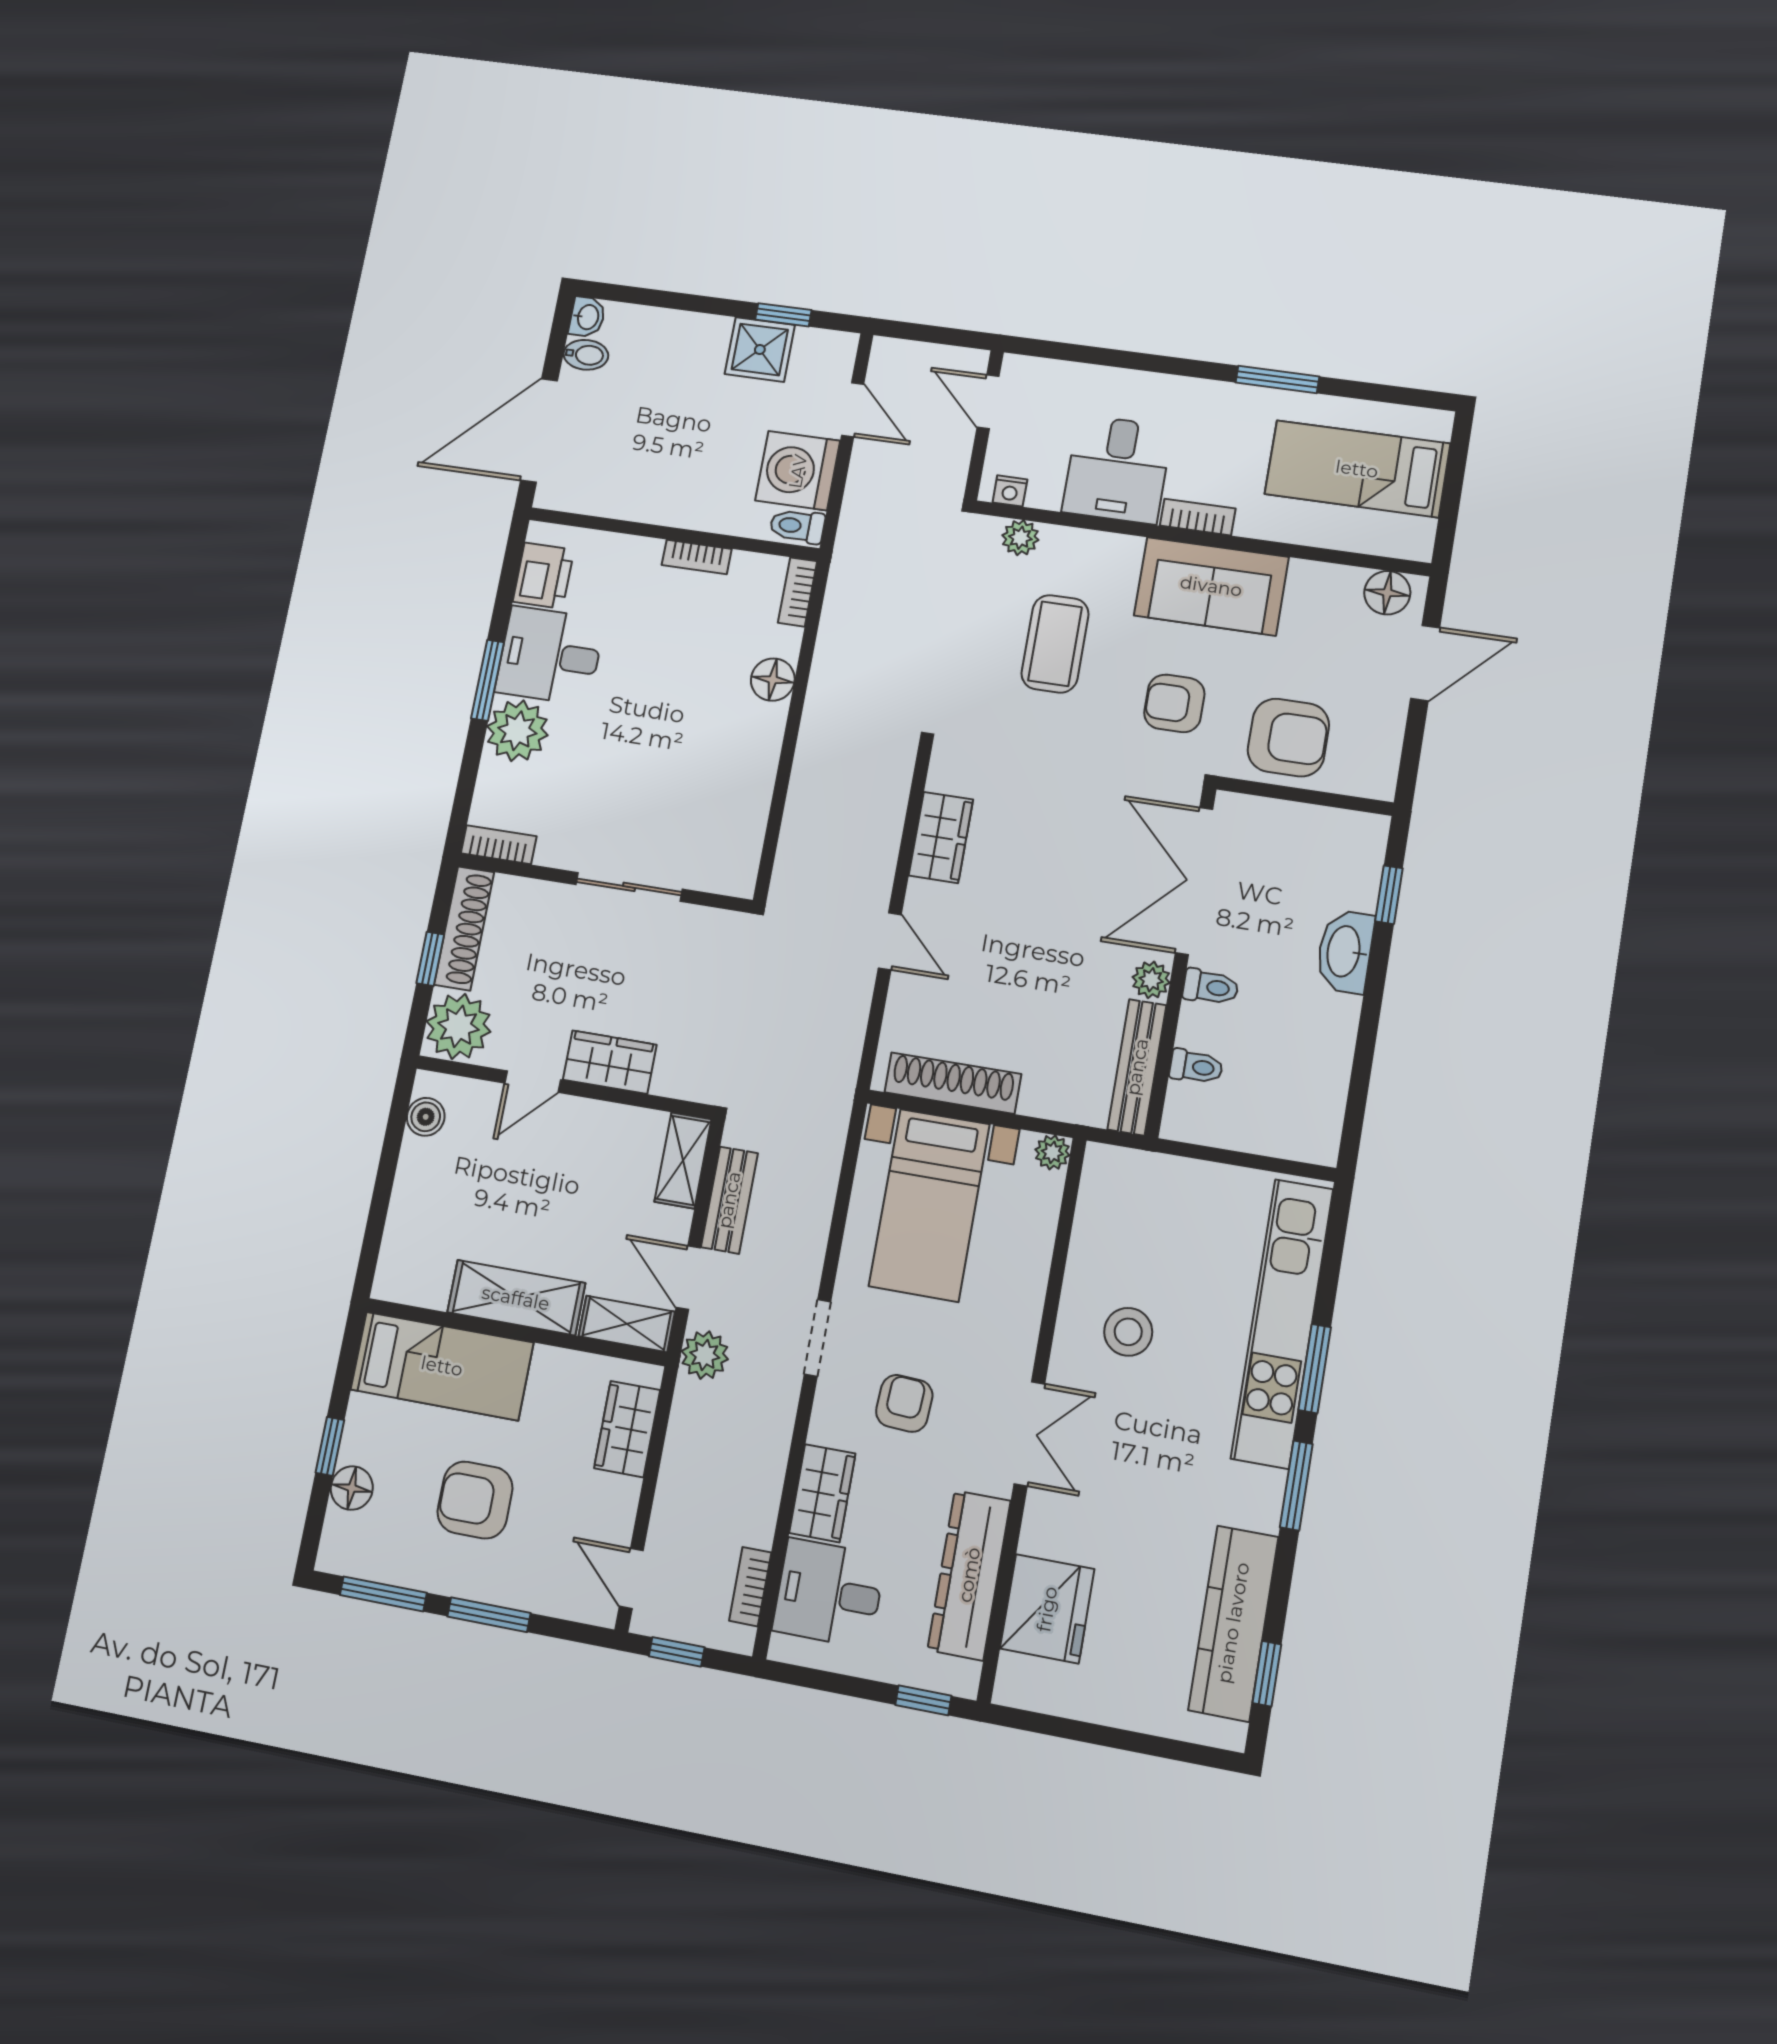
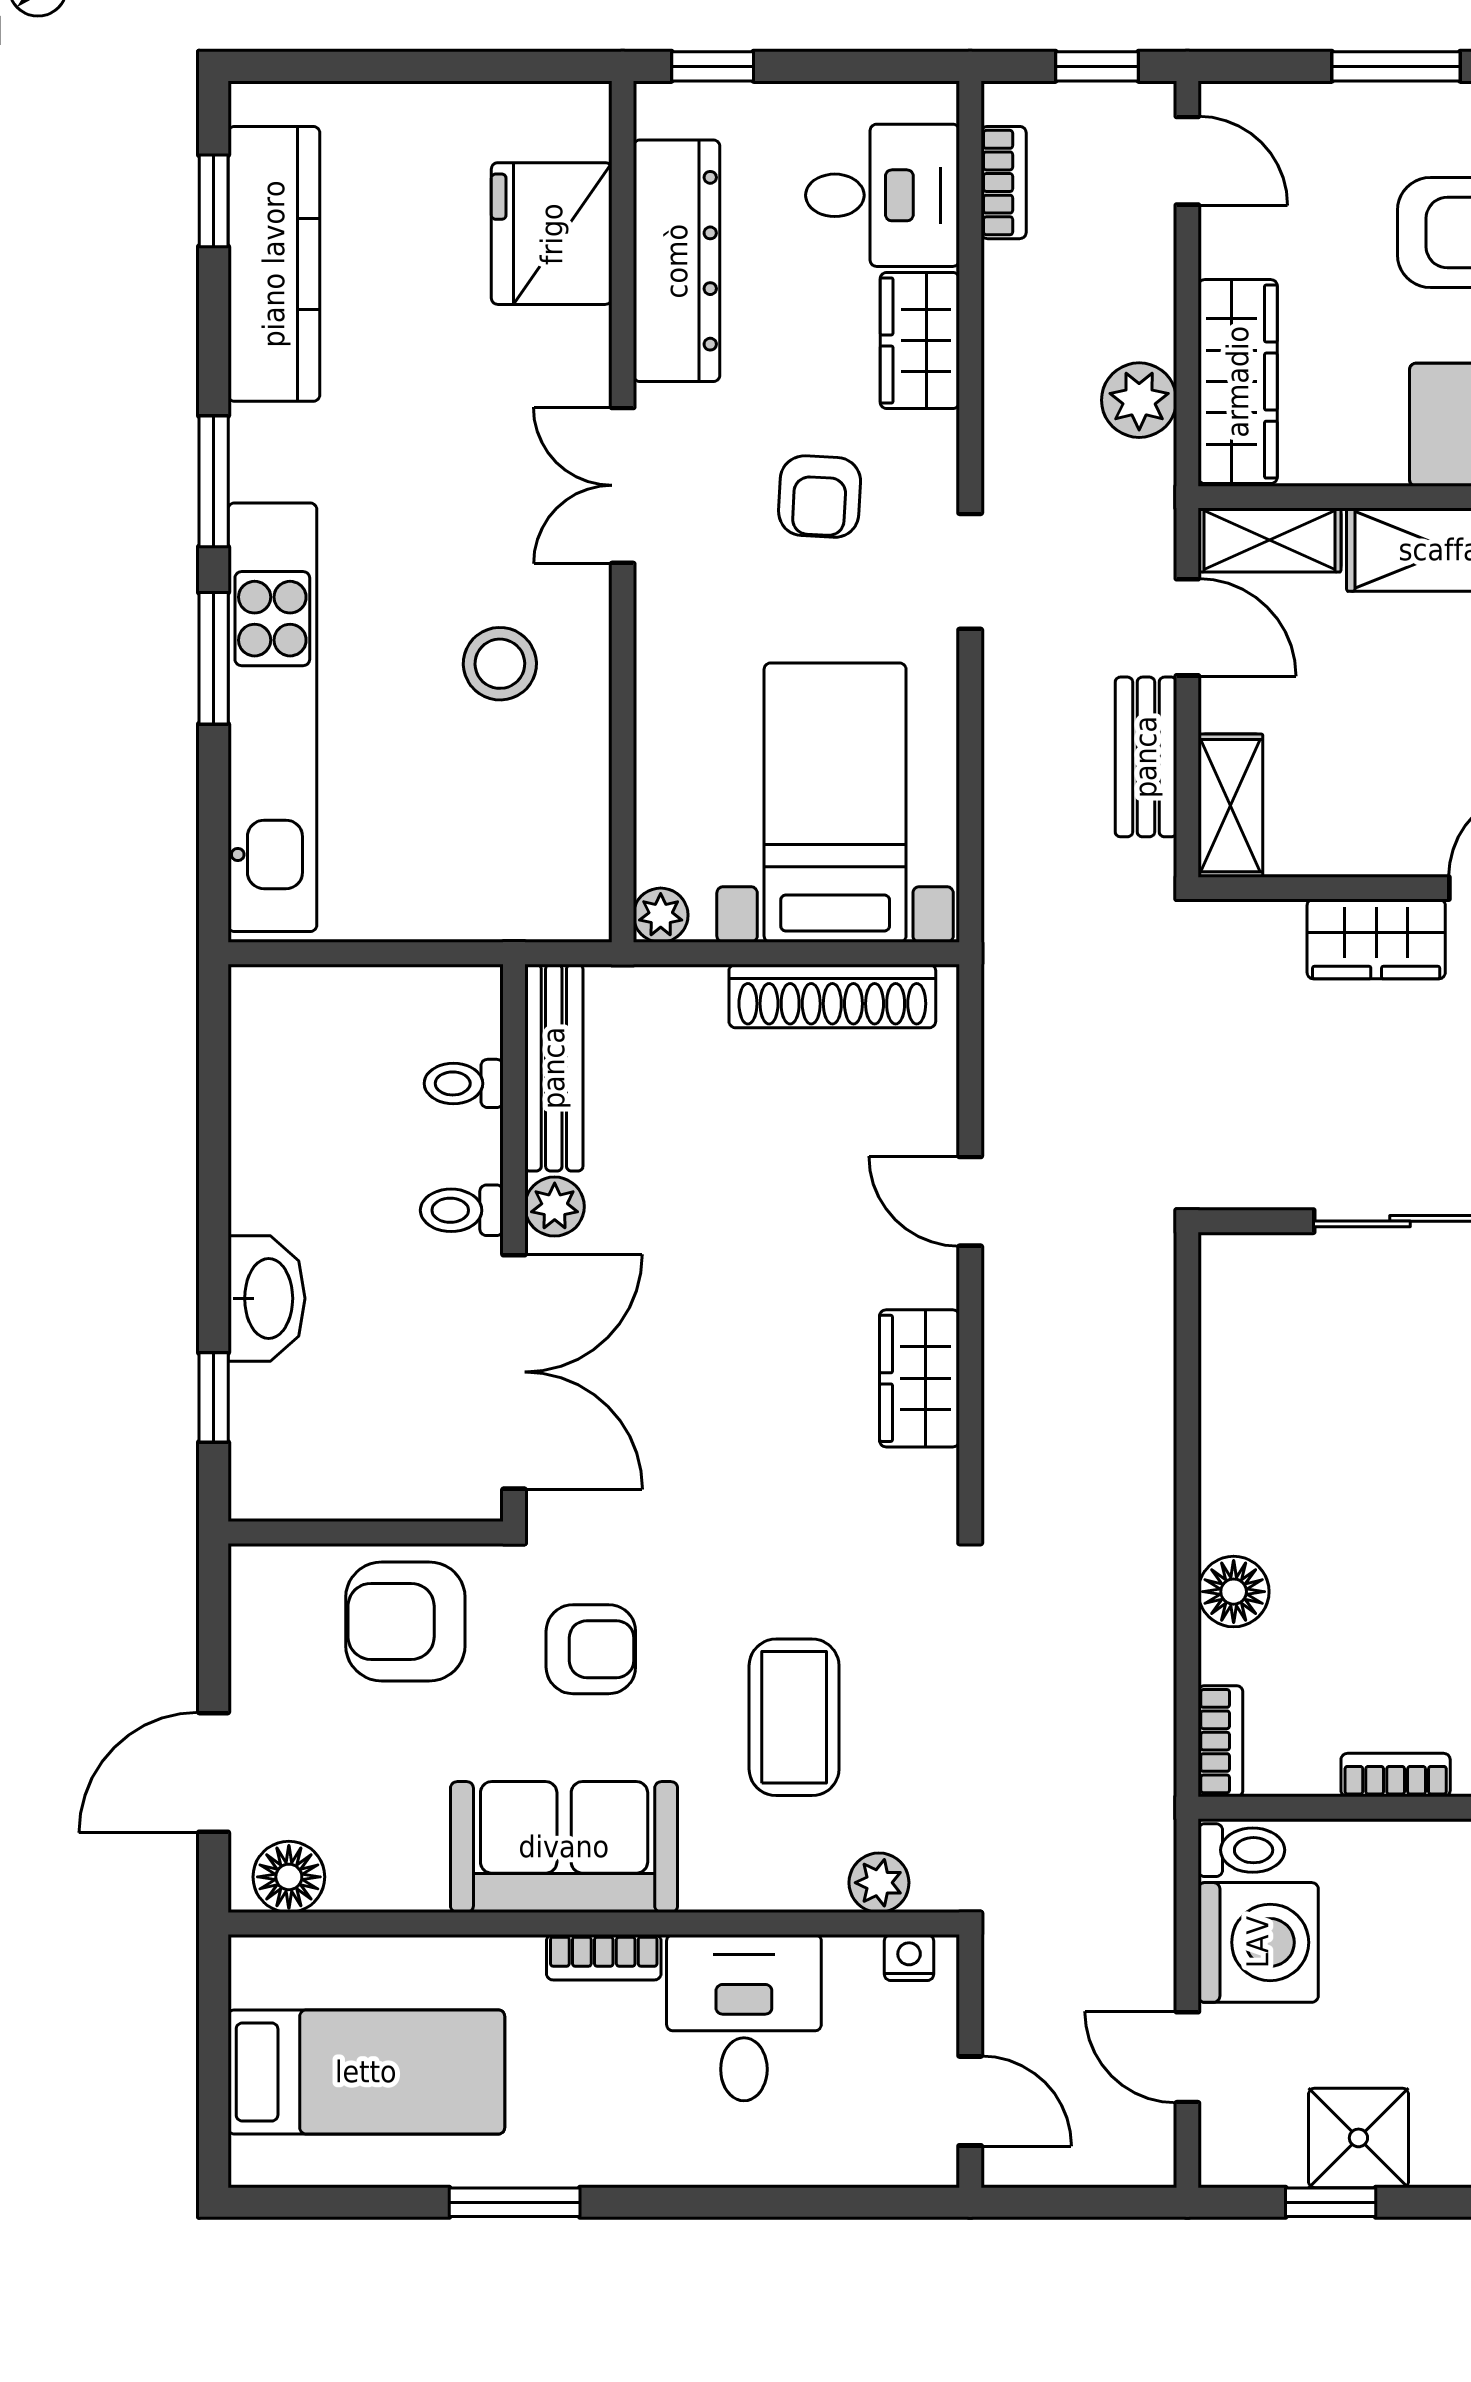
plant: (705, 1355) -> (1139, 400), moved
wardrobe: (627, 1429) -> (1238, 382), width x1.50

